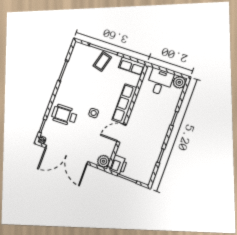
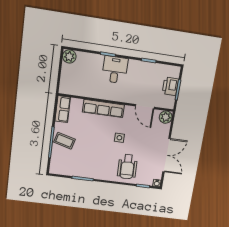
desk: (160, 82) -> (115, 70), moved, turned 90
door: (121, 133) -> (145, 107), moved
double door: (67, 155) -> (166, 155), width x0.73
printer: (118, 165) -> (170, 86), moved, turned -90

